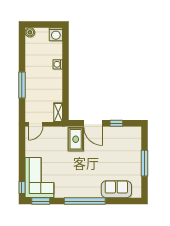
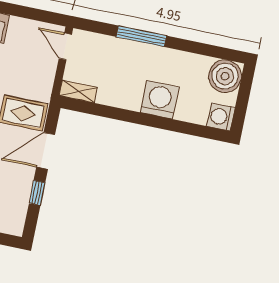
boiler: (30, 32) -> (225, 76), width x1.86, depth x1.86
washing machine: (58, 64) -> (160, 100), width x1.89, depth x1.89

